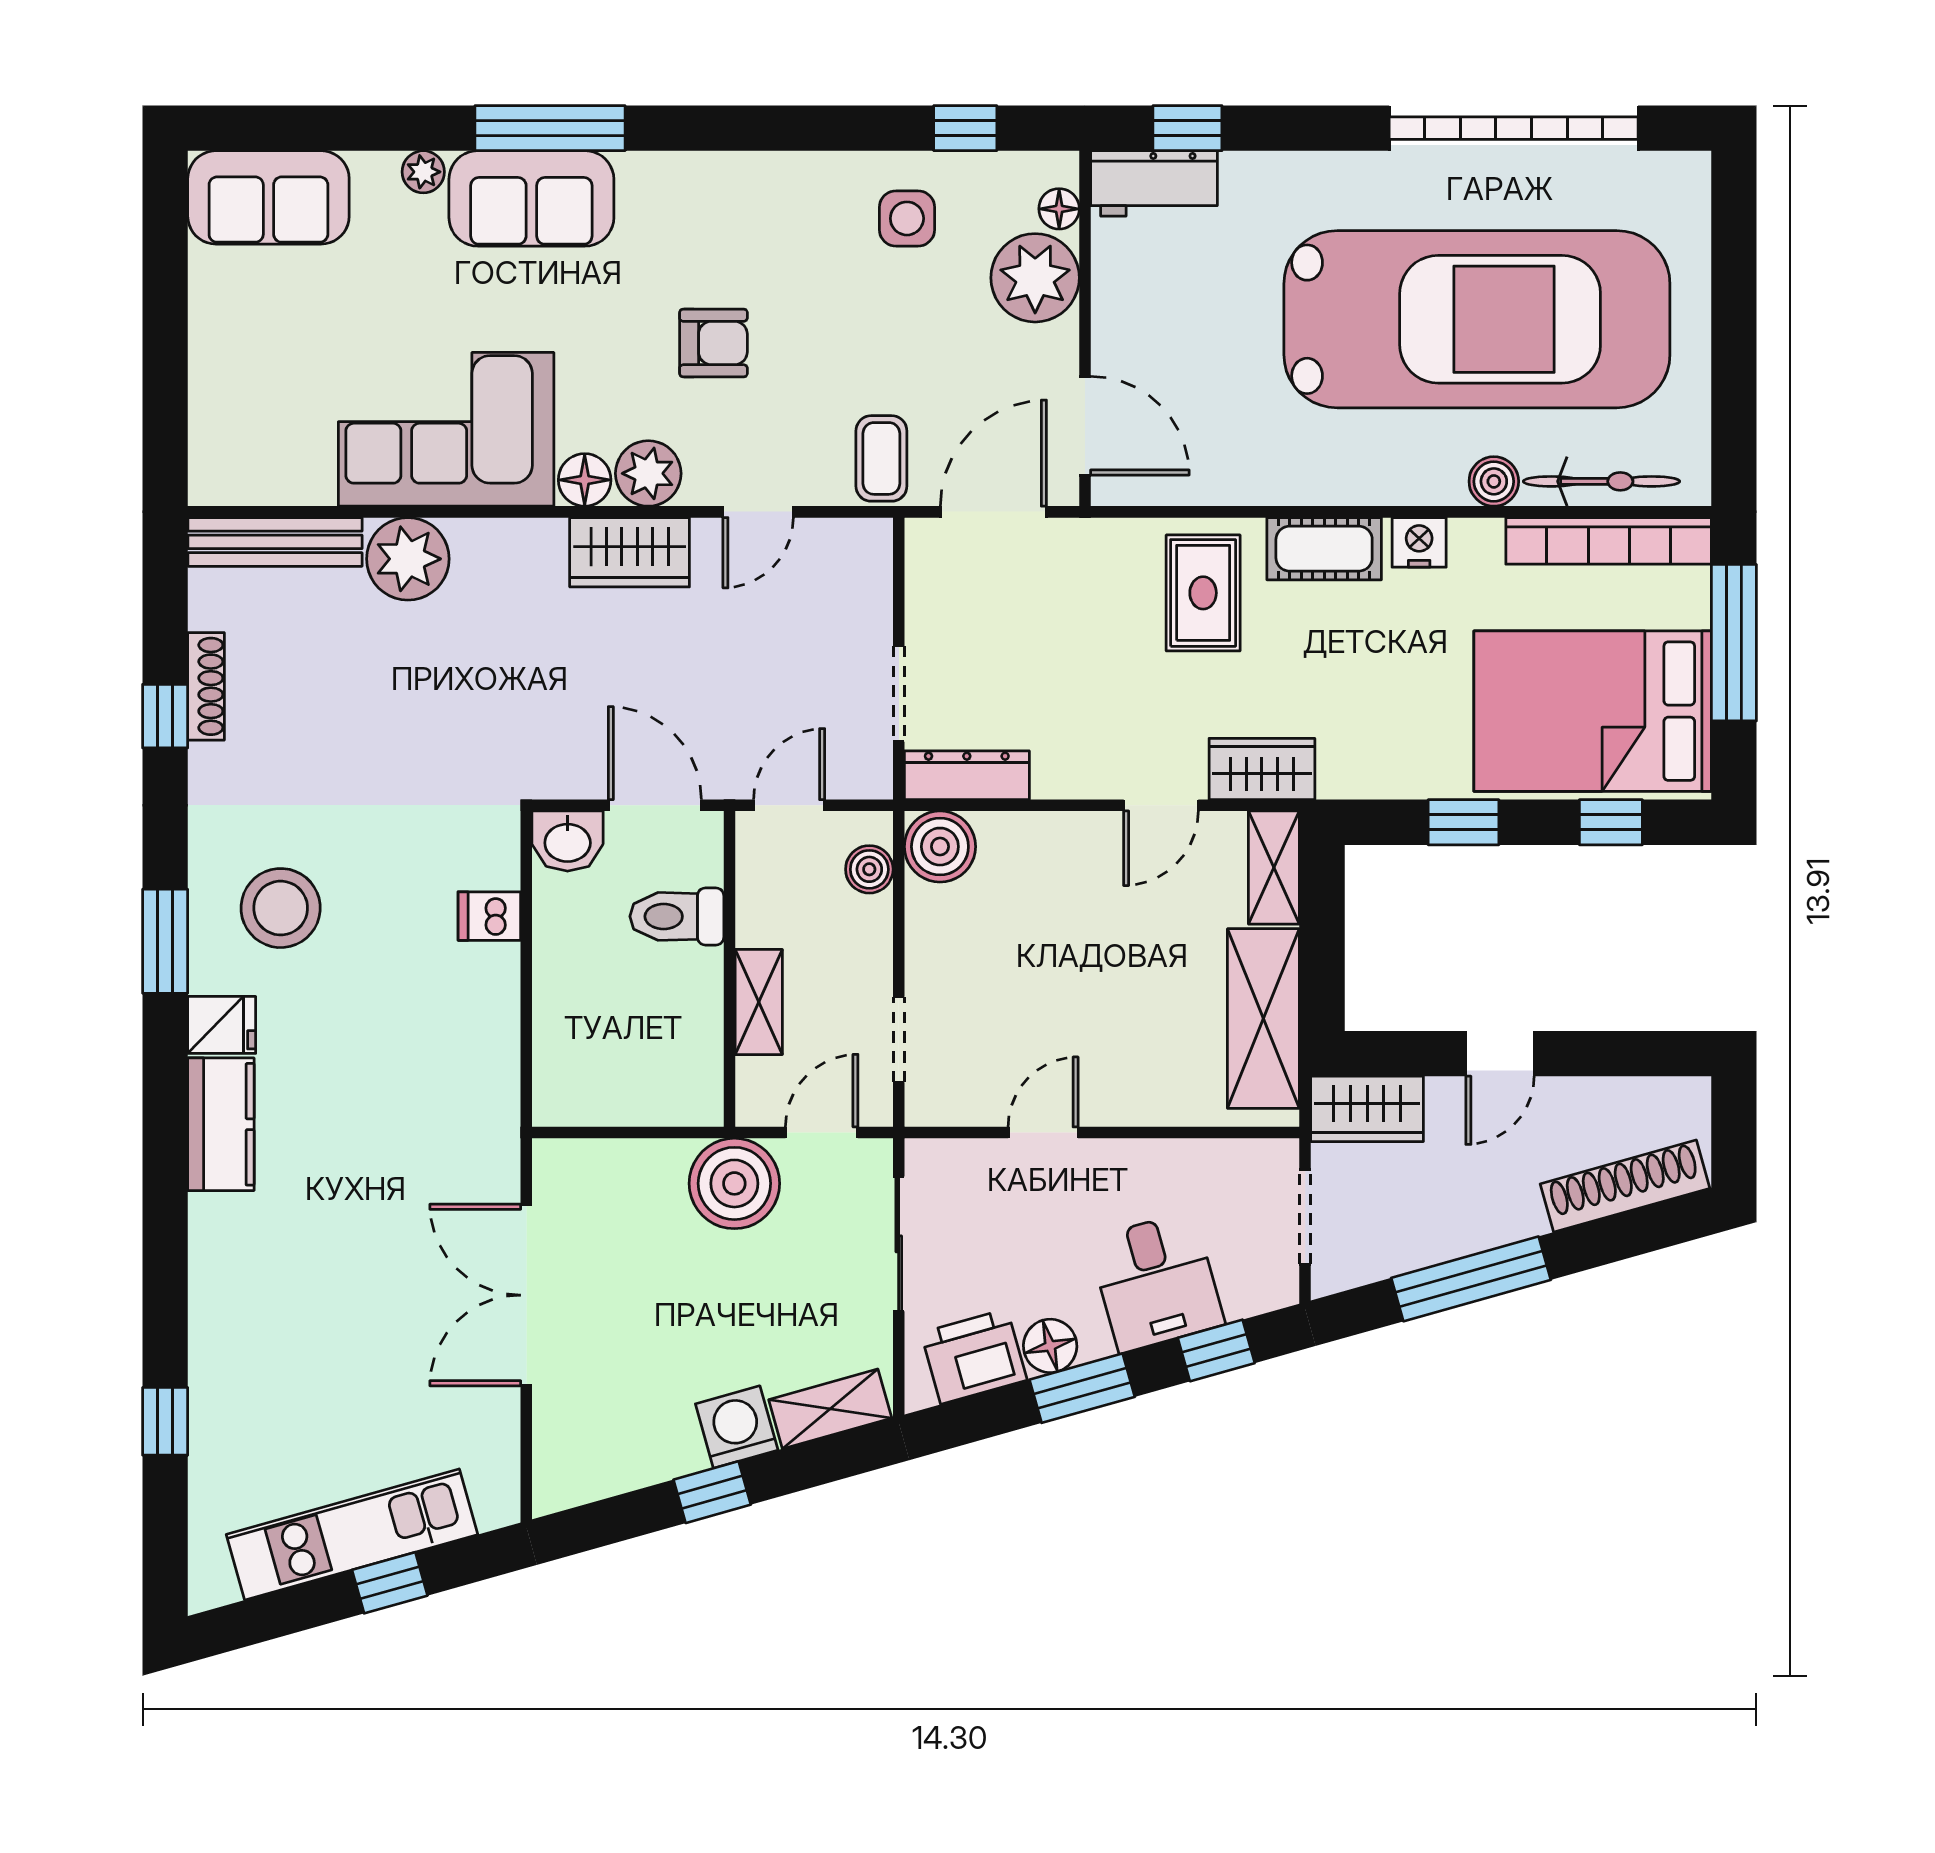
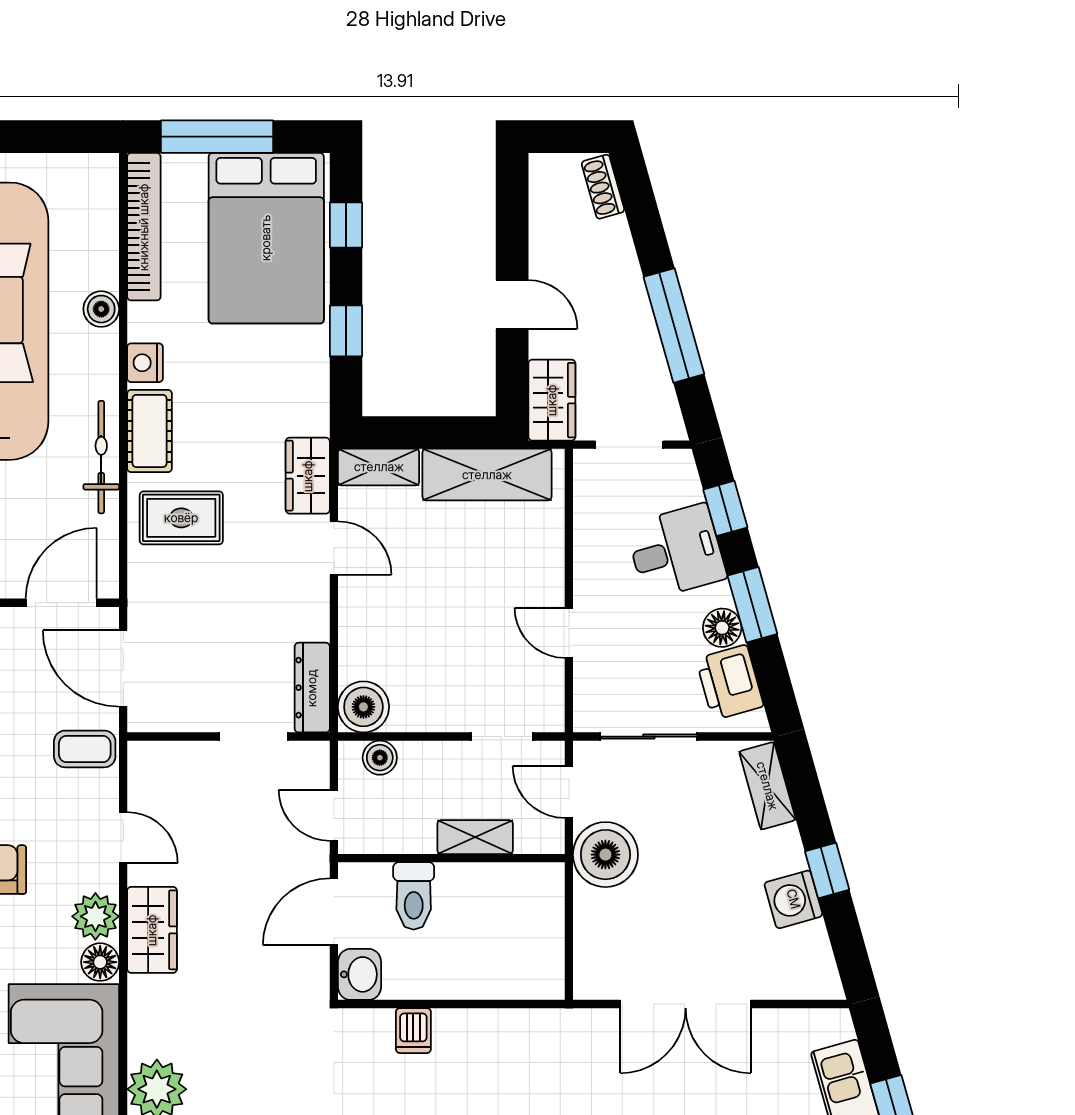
bicycle: (1601, 481) -> (101, 457), moved
shoe rack: (1625, 1186) -> (603, 187), width x0.51, depth x0.81
washing machine: (737, 1427) -> (793, 899), moved

